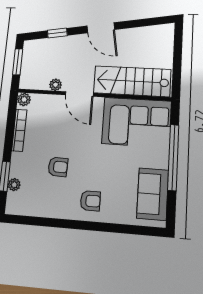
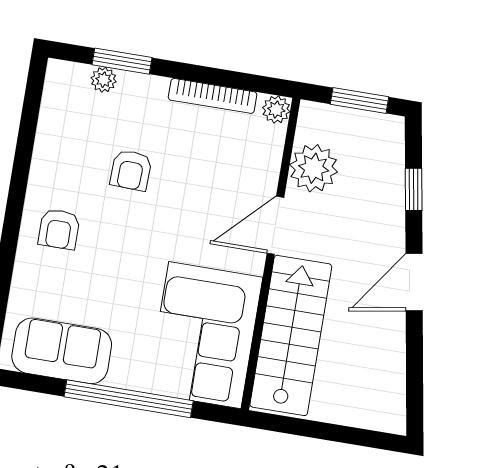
plant: (56, 85) -> (314, 168), width x1.88, depth x1.88

